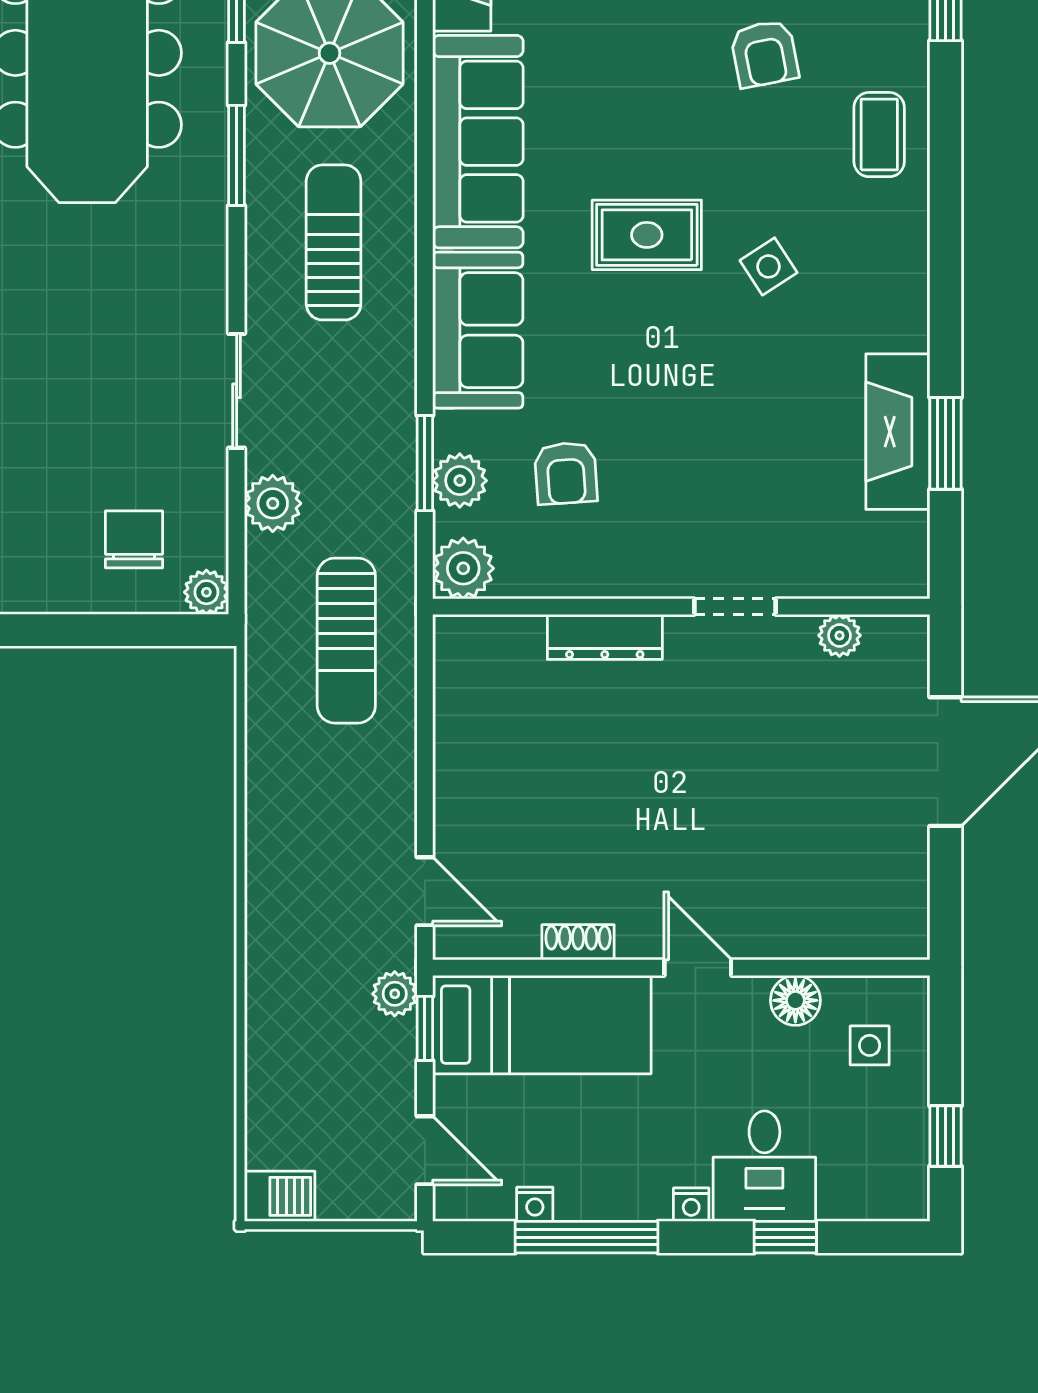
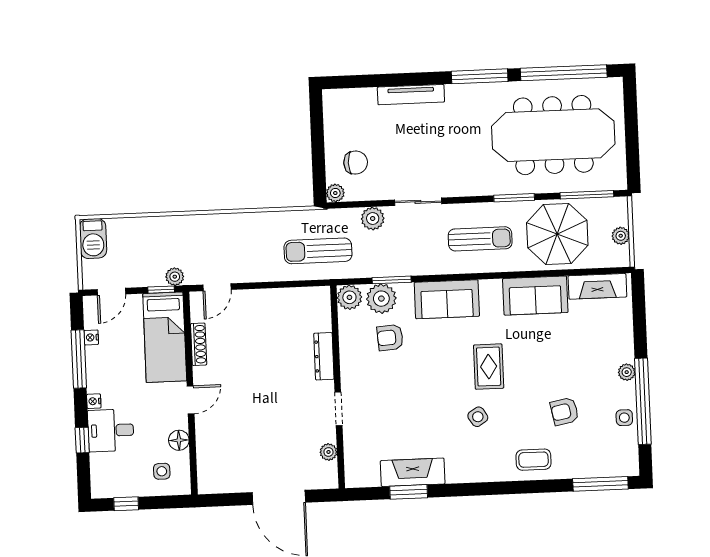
sofa: (478, 142) -> (535, 296), width x0.73
plant: (460, 481) -> (381, 299), width x1.36, depth x1.36
shoe rack: (578, 942) -> (199, 344), width x1.43
barbecue: (280, 1196) -> (93, 239), width x1.38, depth x1.27

